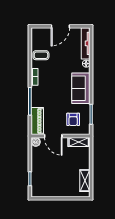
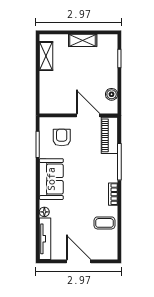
door: (60, 26) -> (79, 261), hinge flipped
boiler: (36, 142) -> (112, 94), moved
shelving: (79, 142) -> (83, 40), moved

